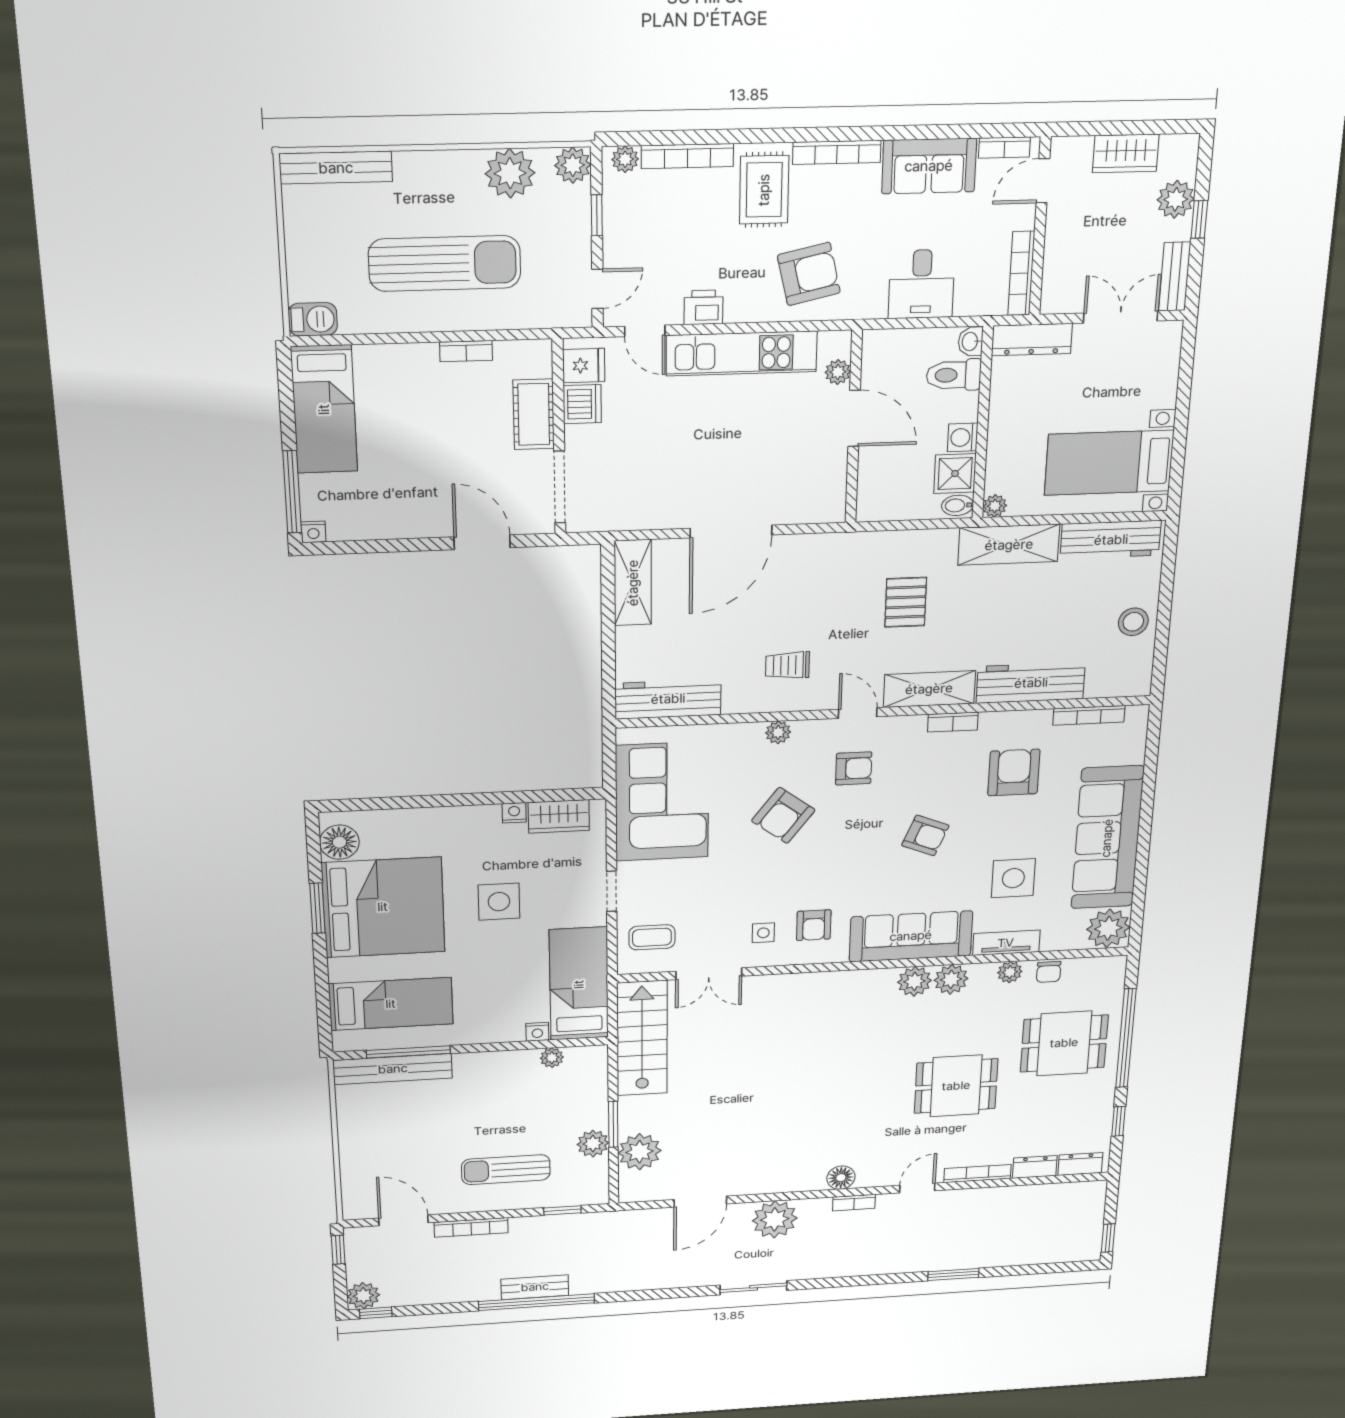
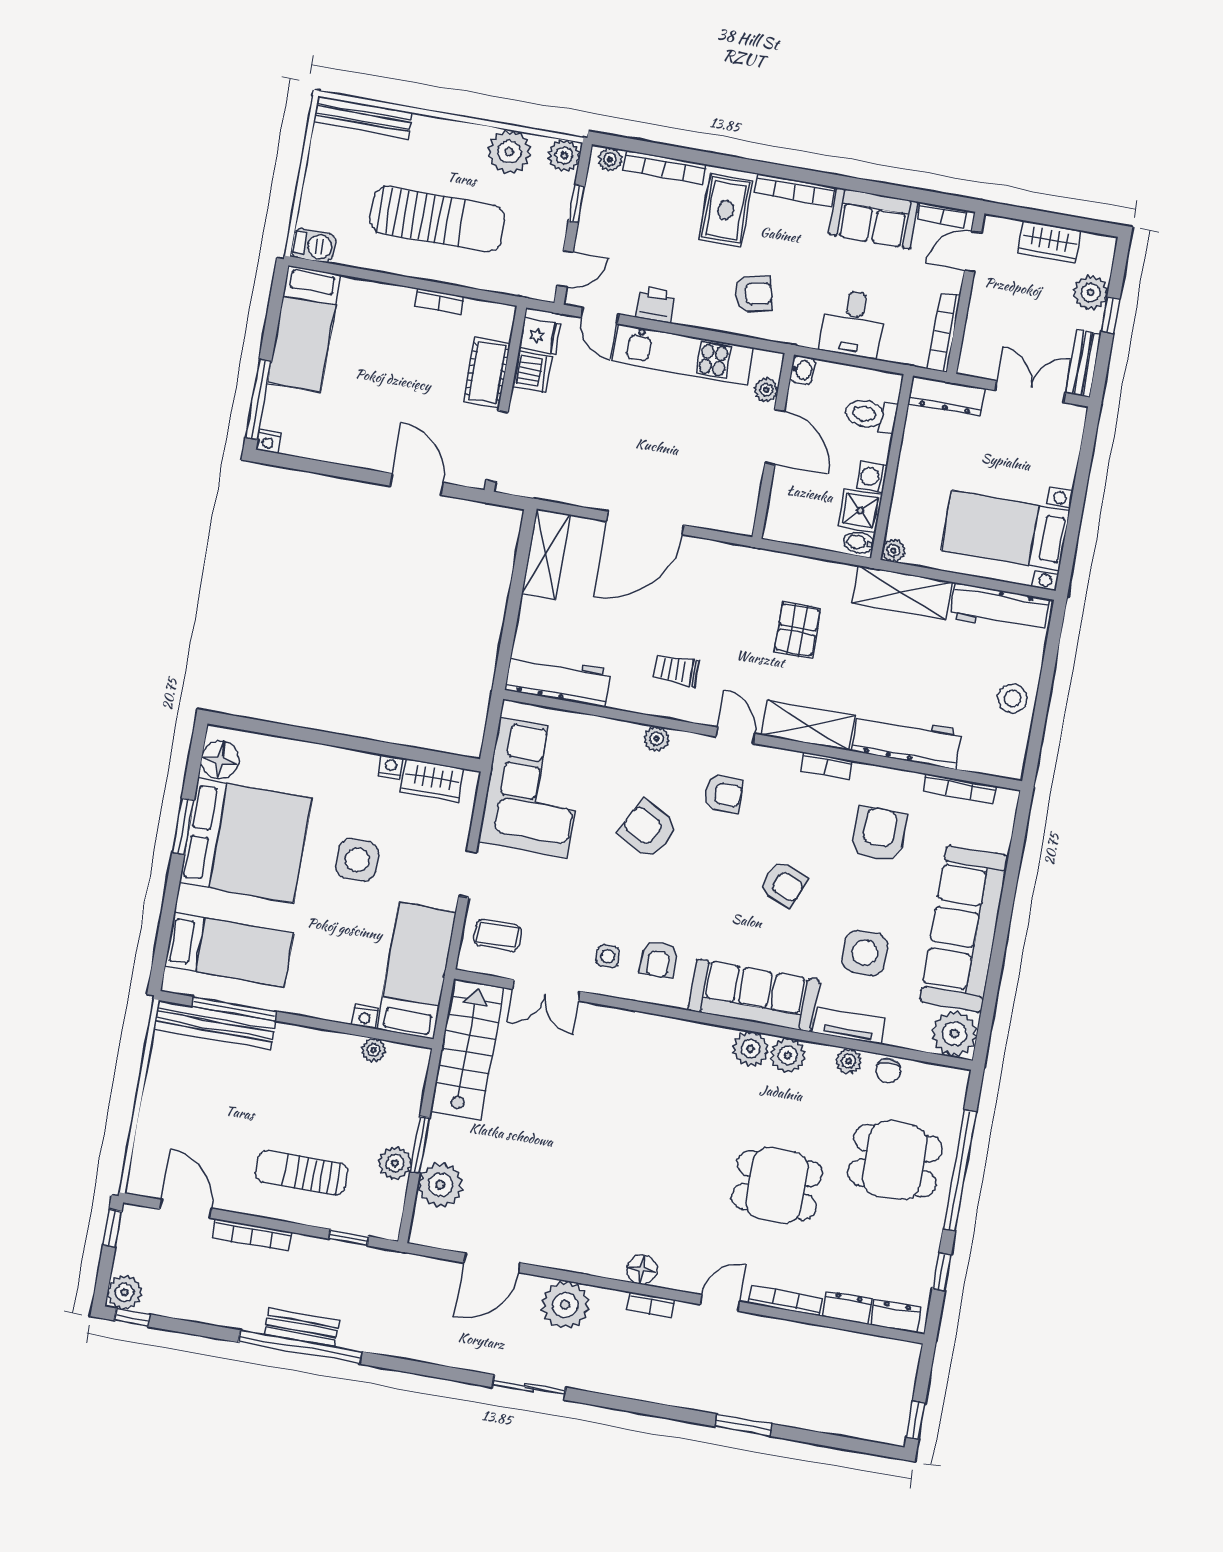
armchair: (809, 274) -> (754, 294), width x0.72, depth x0.72
washbasin: (971, 342) -> (802, 370), moved, turned 180
armchair: (783, 815) -> (648, 829), turned 82

